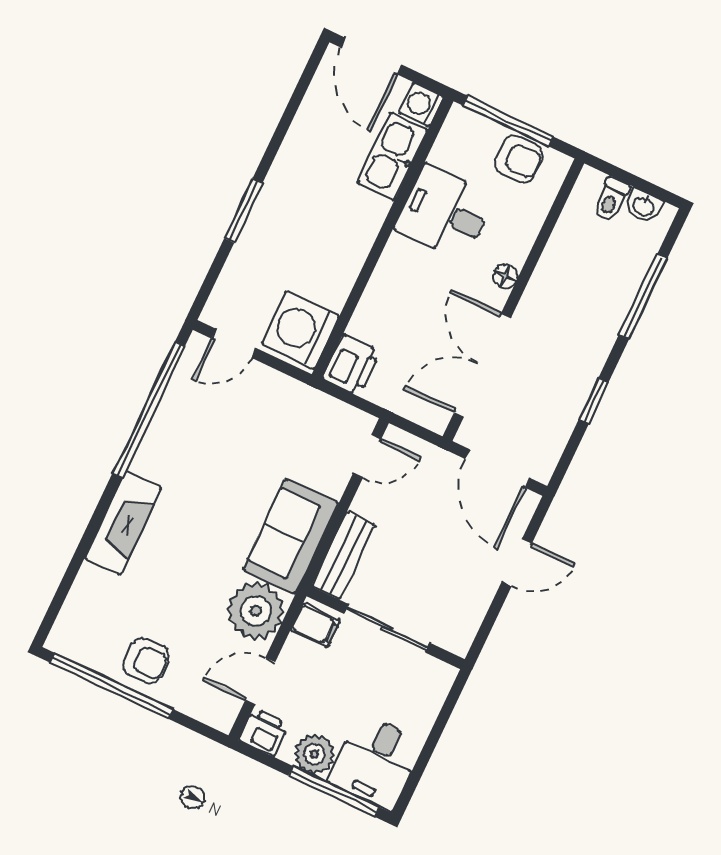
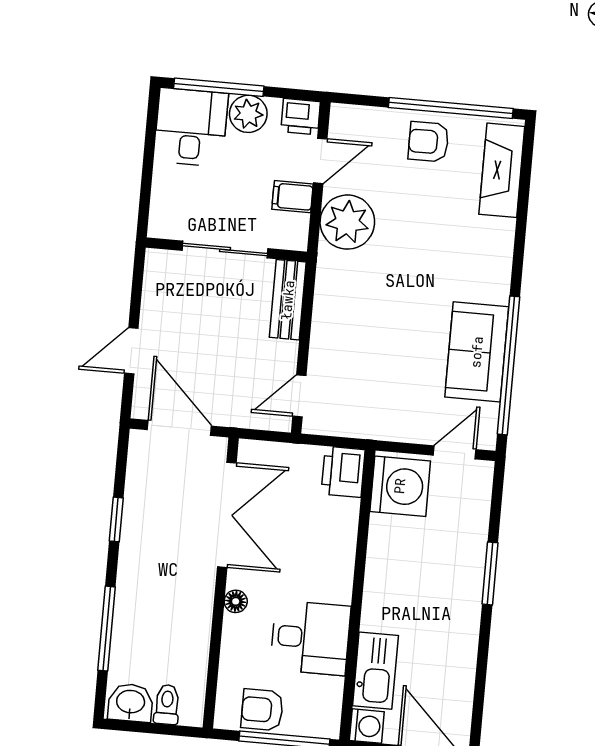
washbasin: (644, 206) -> (130, 703), width x1.38, depth x1.45
fireplace: (123, 523) -> (502, 170), moved
sofa: (291, 536) -> (477, 352), moved, turned 180
filing cabinet: (315, 625) -> (293, 197), moved

